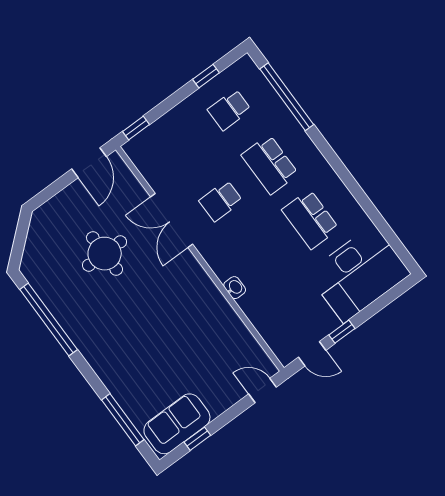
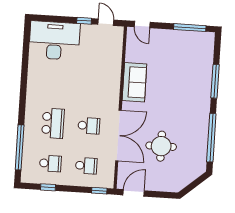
school desk: (310, 219) -> (86, 166), moved, width x0.54
double door: (172, 220) -> (118, 136), width x1.36
washbasin: (235, 288) -> (116, 81), removed
window: (123, 420) -> (215, 81), moved
sofa: (177, 424) -> (134, 82), moved, turned -90
window: (197, 439) -> (190, 28), width x2.17

